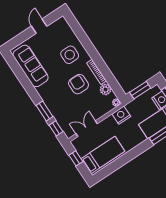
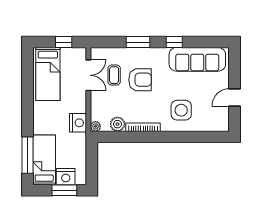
door: (39, 26) -> (235, 97), swing flipped
armchair: (79, 84) -> (140, 80), moved
window: (140, 90) -> (92, 161), removed
coffee table: (76, 112) -> (114, 75), added
window: (56, 128) -> (174, 42), moved

